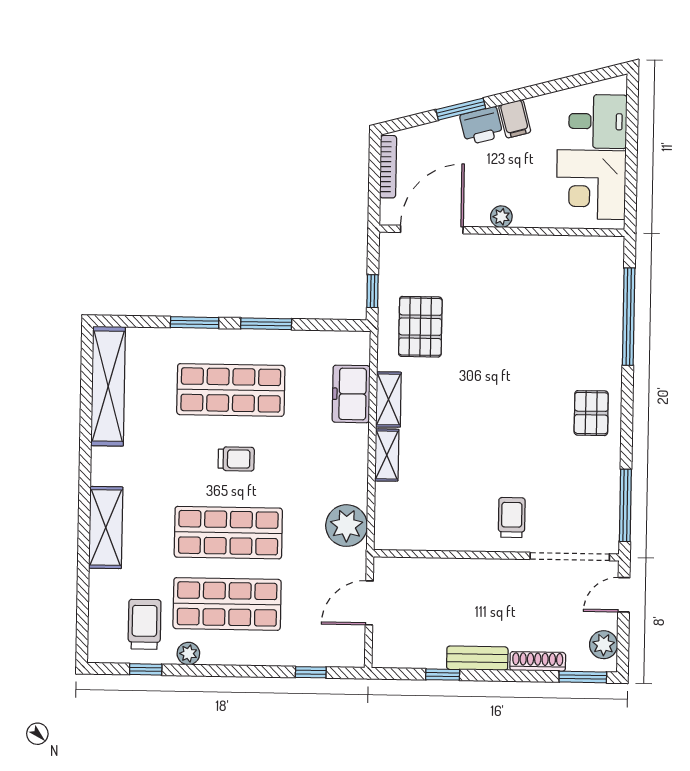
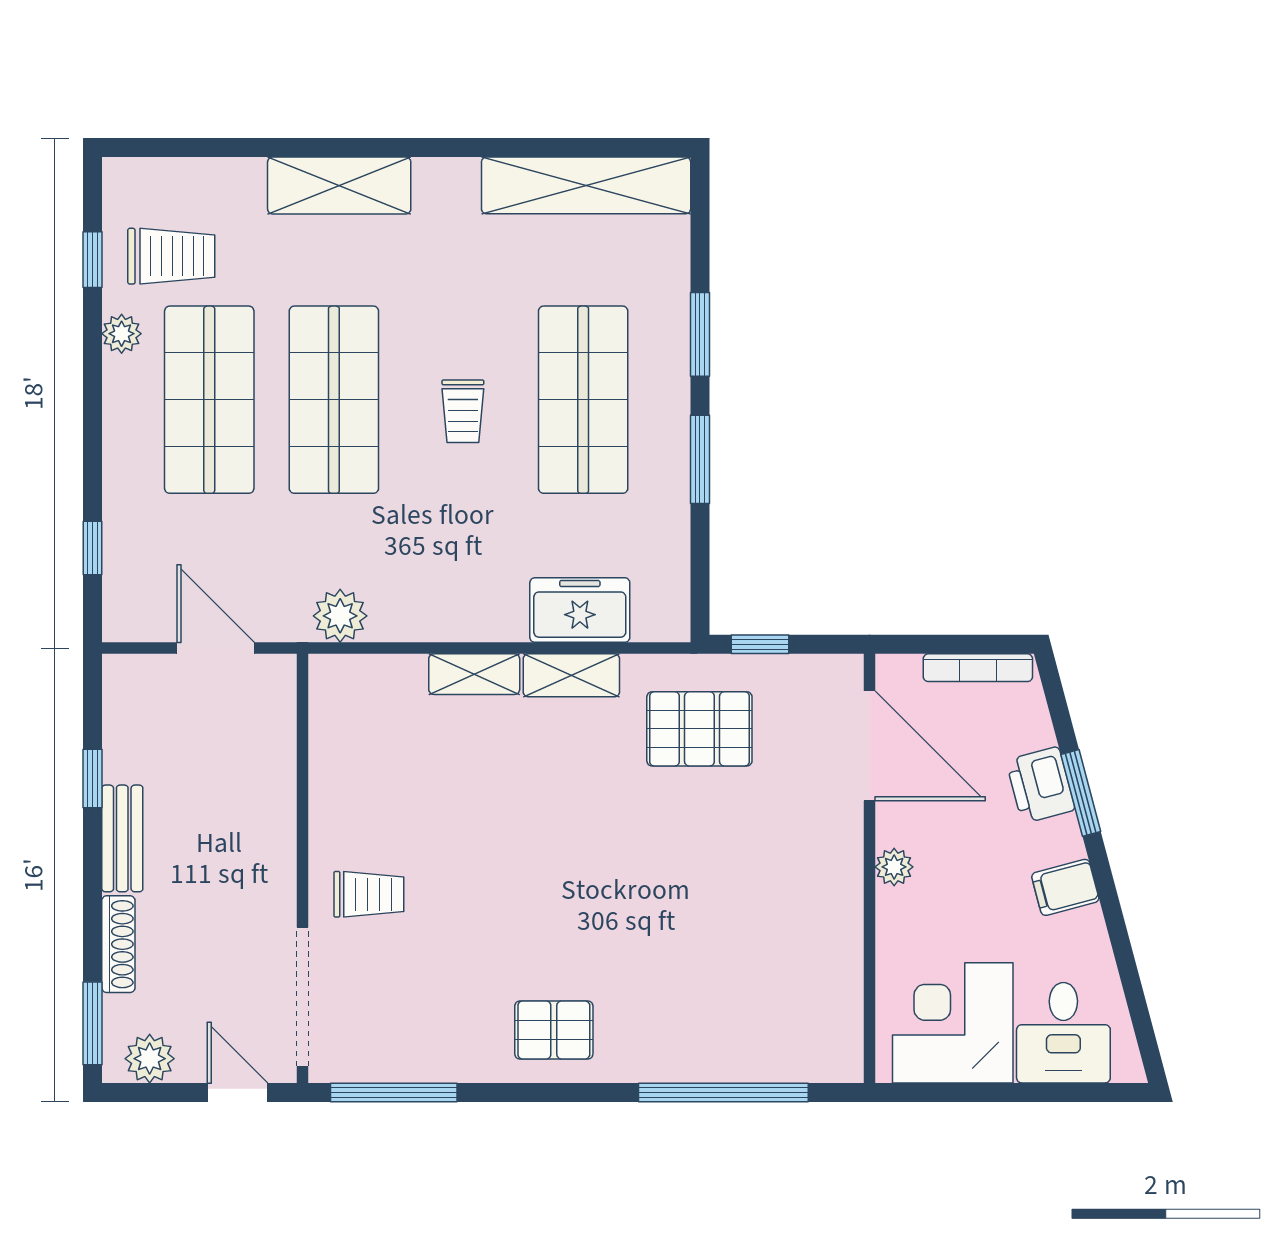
printer: (481, 126) -> (1040, 785), moved
plant: (347, 526) -> (340, 616), width x0.73, depth x0.73

